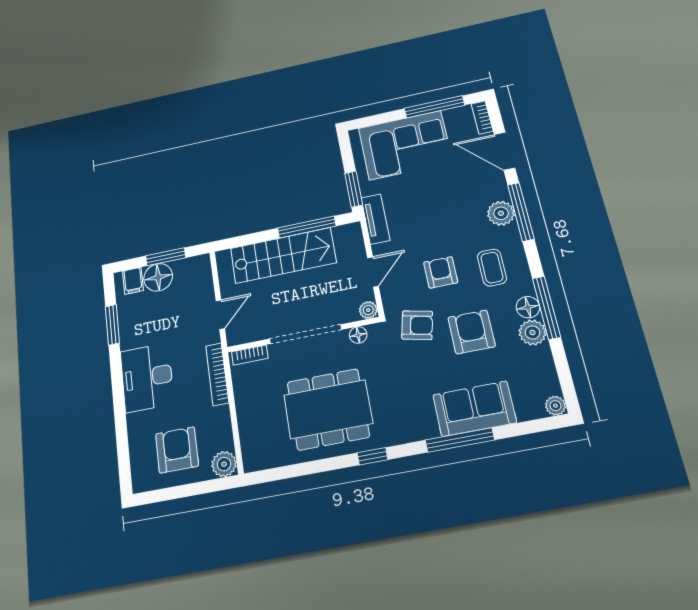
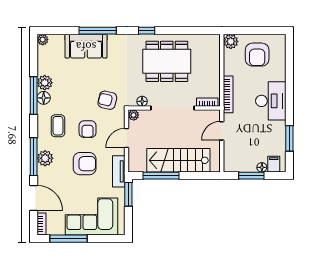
floor lamp: (158, 277) -> (262, 167), width x0.53, depth x0.53
armchair: (471, 332) -> (85, 164), moved, turned -90

